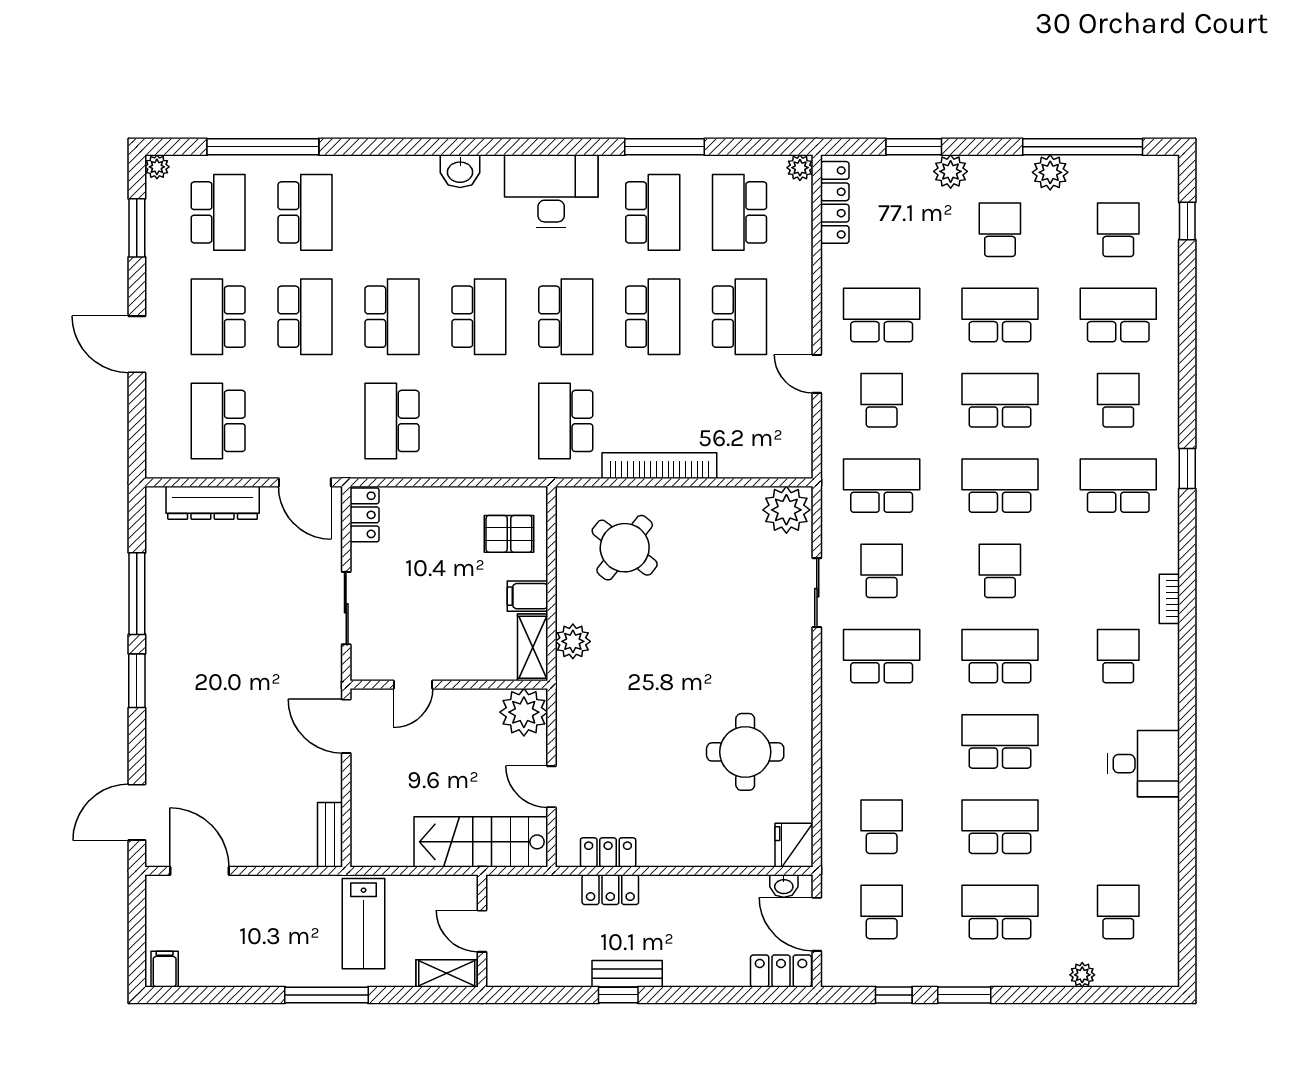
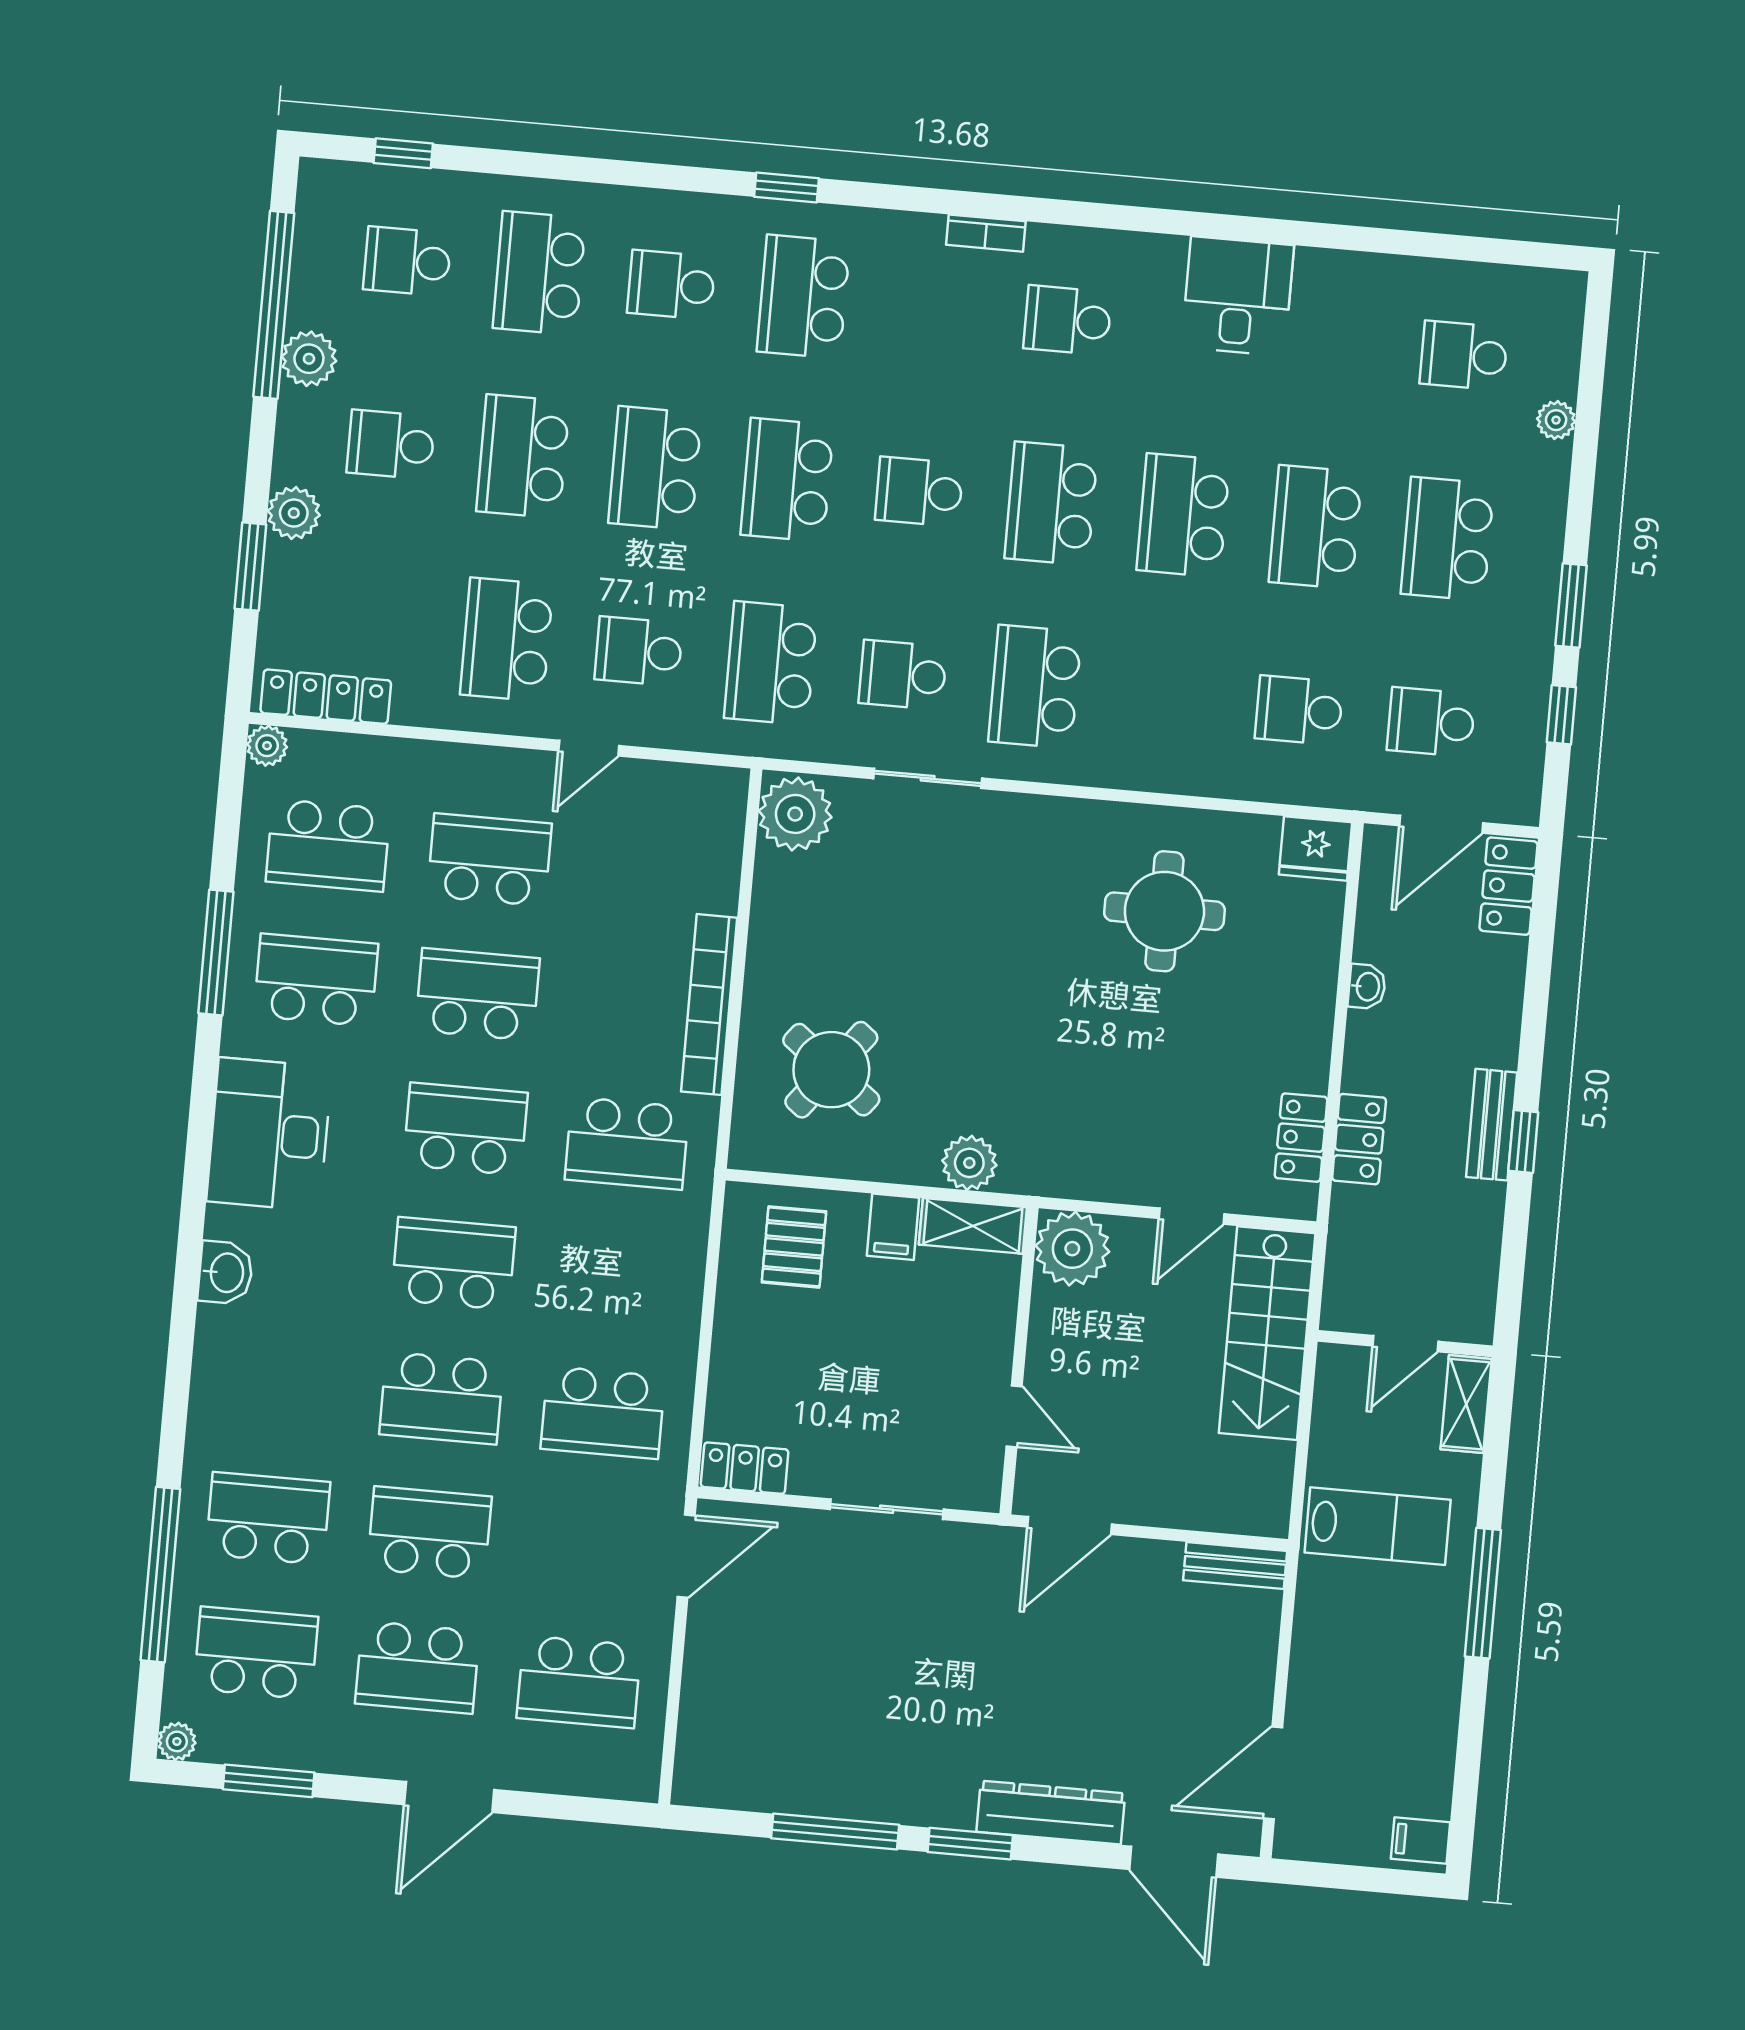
school desk: (392, 317) -> (441, 1398), turned 180
dresser: (213, 503) -> (1051, 1813), moved, turned -90
washbasin: (784, 886) -> (1367, 987), moved

